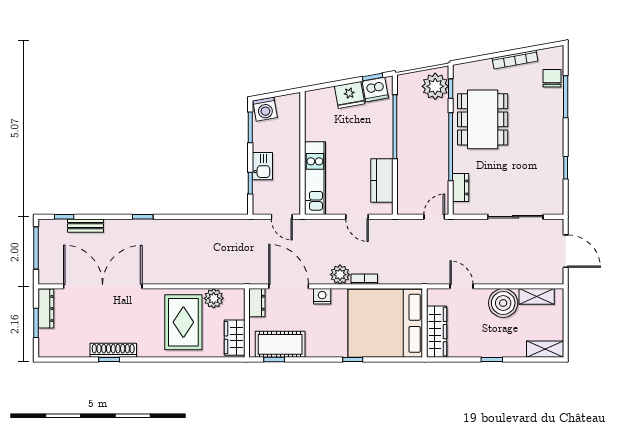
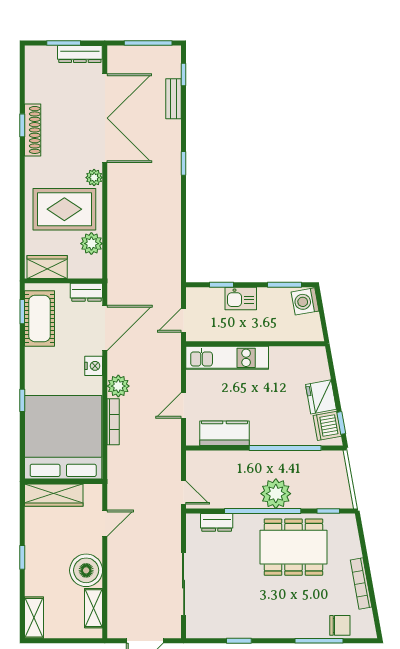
plant: (435, 86) -> (276, 494), moved
bookcase: (364, 279) -> (113, 422), width x1.56
plant: (155, 296) -> (94, 178), added

